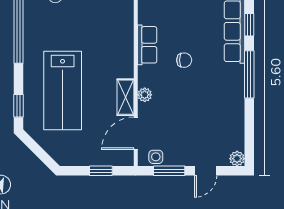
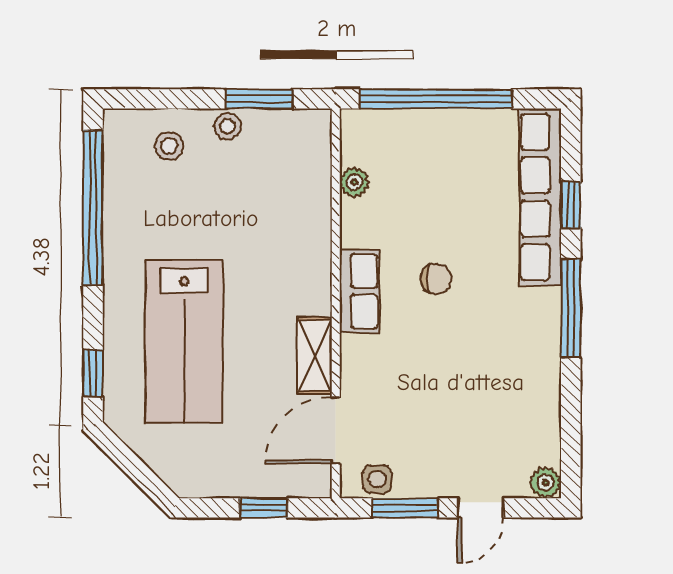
row of seats: (147, 45) -> (359, 291), moved
plant: (145, 95) -> (354, 182), moved

